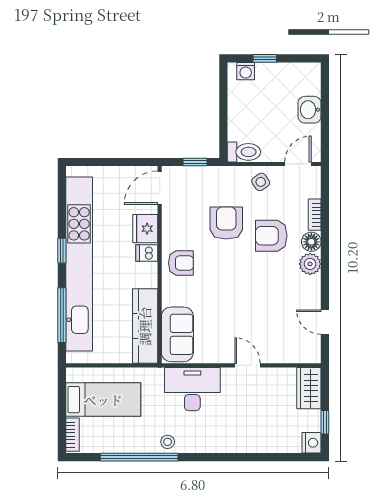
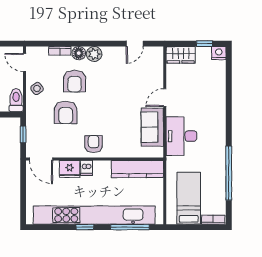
armchair: (226, 223) -> (66, 112), turned -90
sofa: (177, 334) -> (152, 127), moved, turned -90
stool: (168, 442) -> (218, 153), removed

